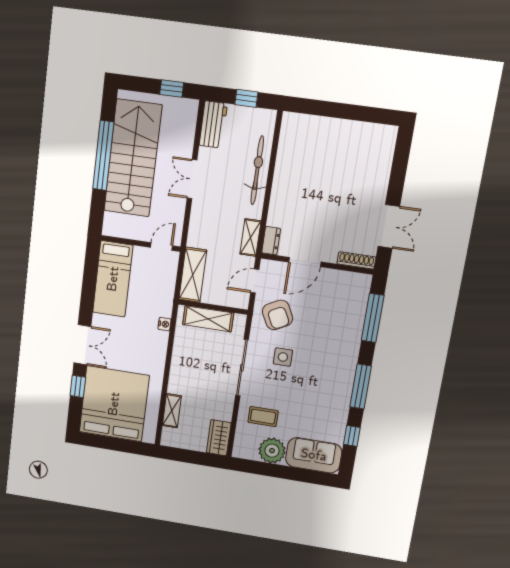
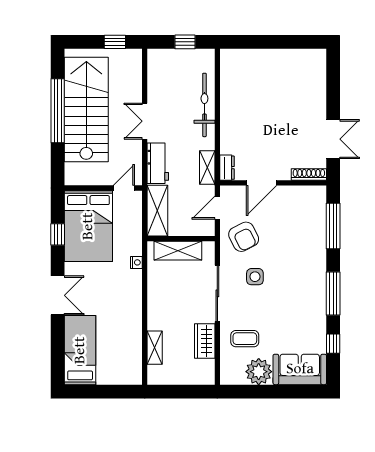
workbench: (213, 125) -> (158, 163), moved
bed: (113, 279) -> (88, 226), width x1.50
window: (78, 386) -> (58, 234), moved
bed: (114, 404) -> (80, 350), width x0.49
wardrobe: (219, 438) -> (205, 341), moved

